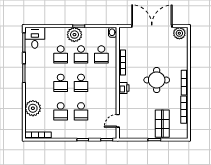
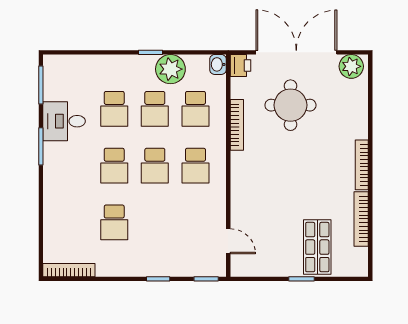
plant: (74, 35) -> (170, 69), moved
desk: (35, 38) -> (64, 121), moved, turned -90
round table: (157, 80) -> (290, 105), moved
printer: (124, 88) -> (240, 66), moved
plant: (33, 108) -> (59, 216), removed
school desk: (81, 111) -> (195, 166), moved
door: (118, 121) -> (228, 241), swing flipped

